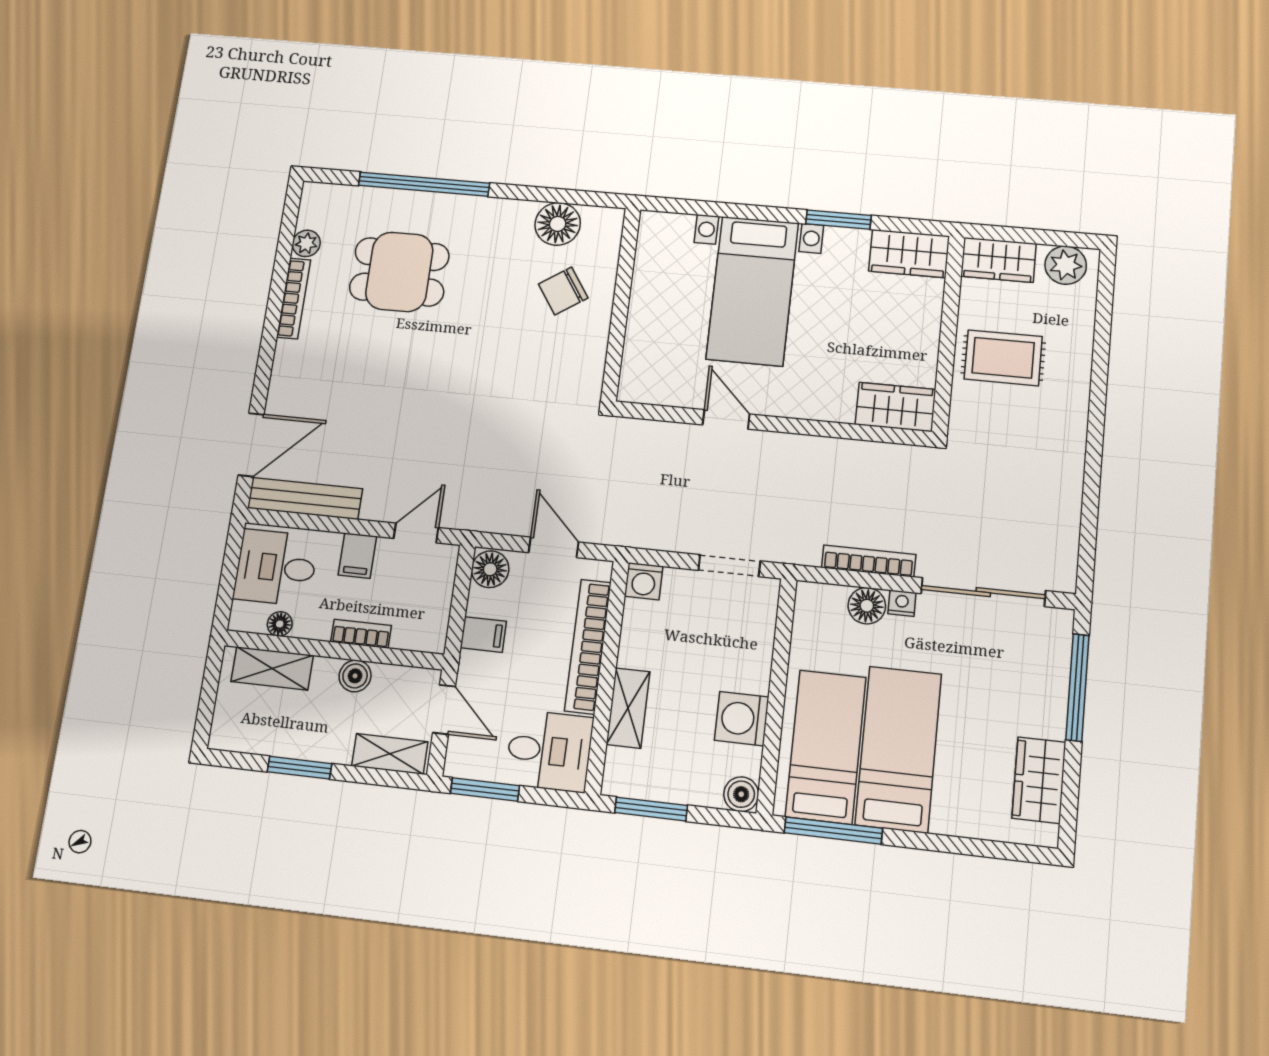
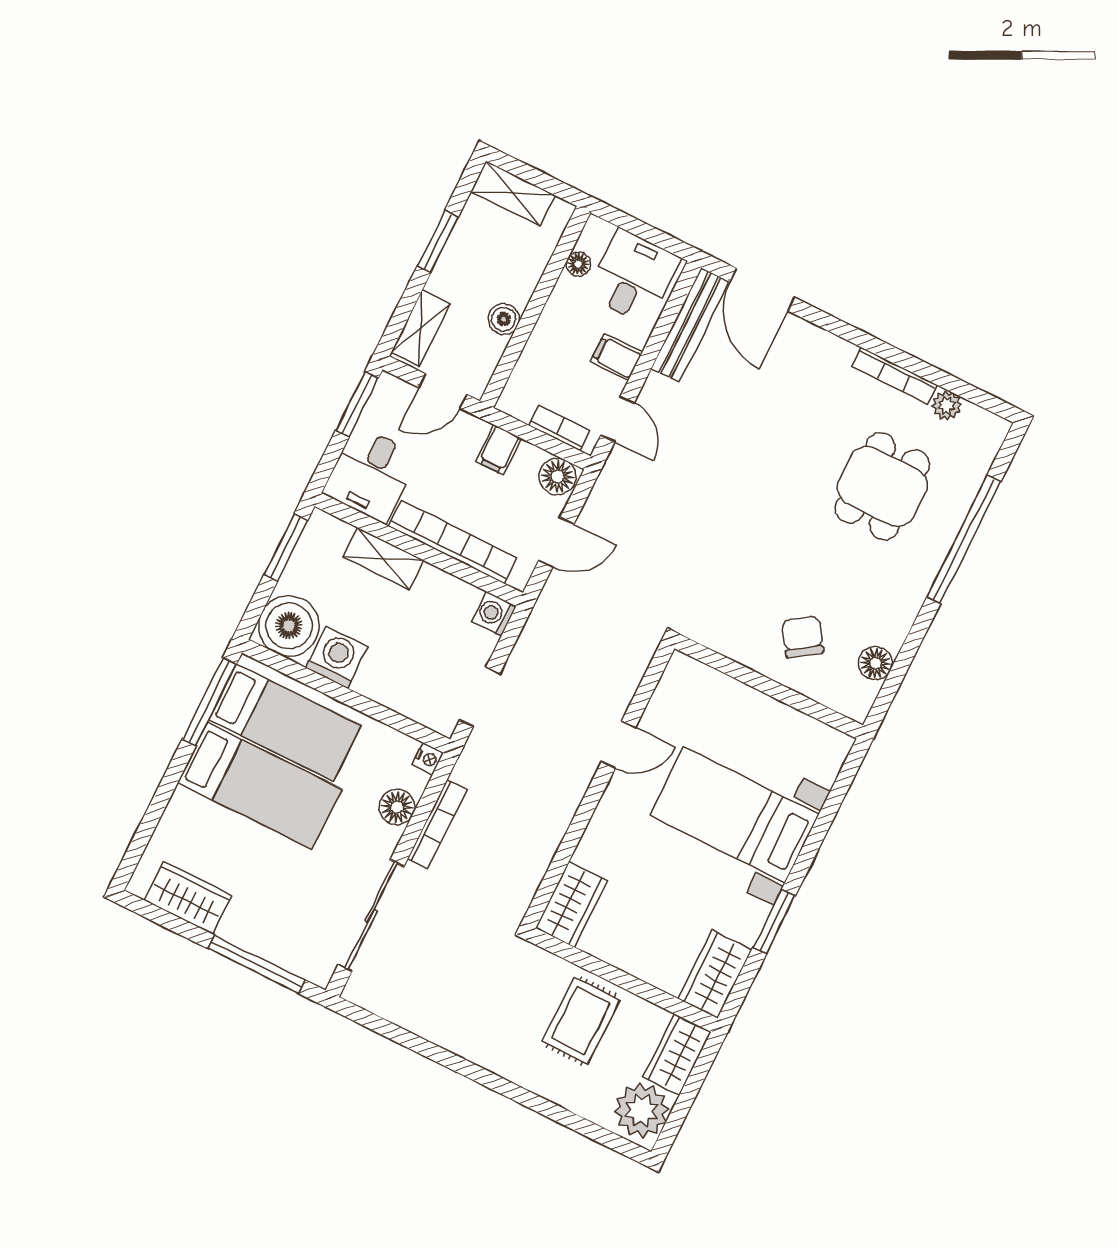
floor lamp: (558, 224) -> (875, 663), width x0.73, depth x0.73
plant: (1066, 265) -> (642, 1110), width x1.36, depth x1.36
nightstand: (902, 603) -> (428, 759), moved
bookcase: (361, 634) -> (559, 428), moved, turned -90
shelving: (272, 668) -> (513, 193), moved, turned 90
boiler: (741, 794) -> (289, 626), width x1.86, depth x1.86

